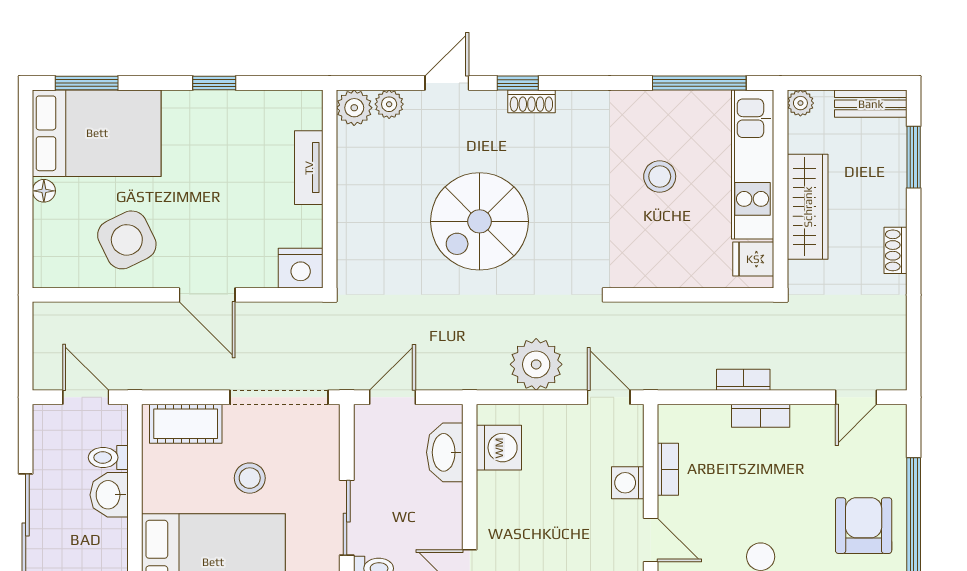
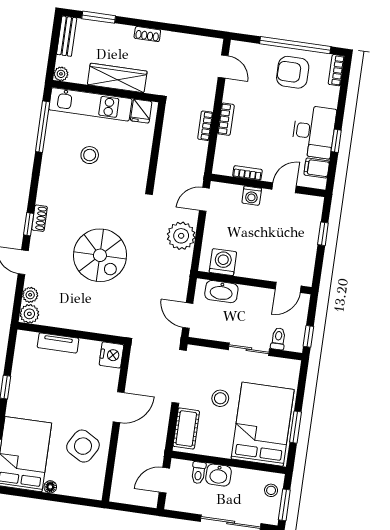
side table: (127, 240) -> (83, 446), turned -34

